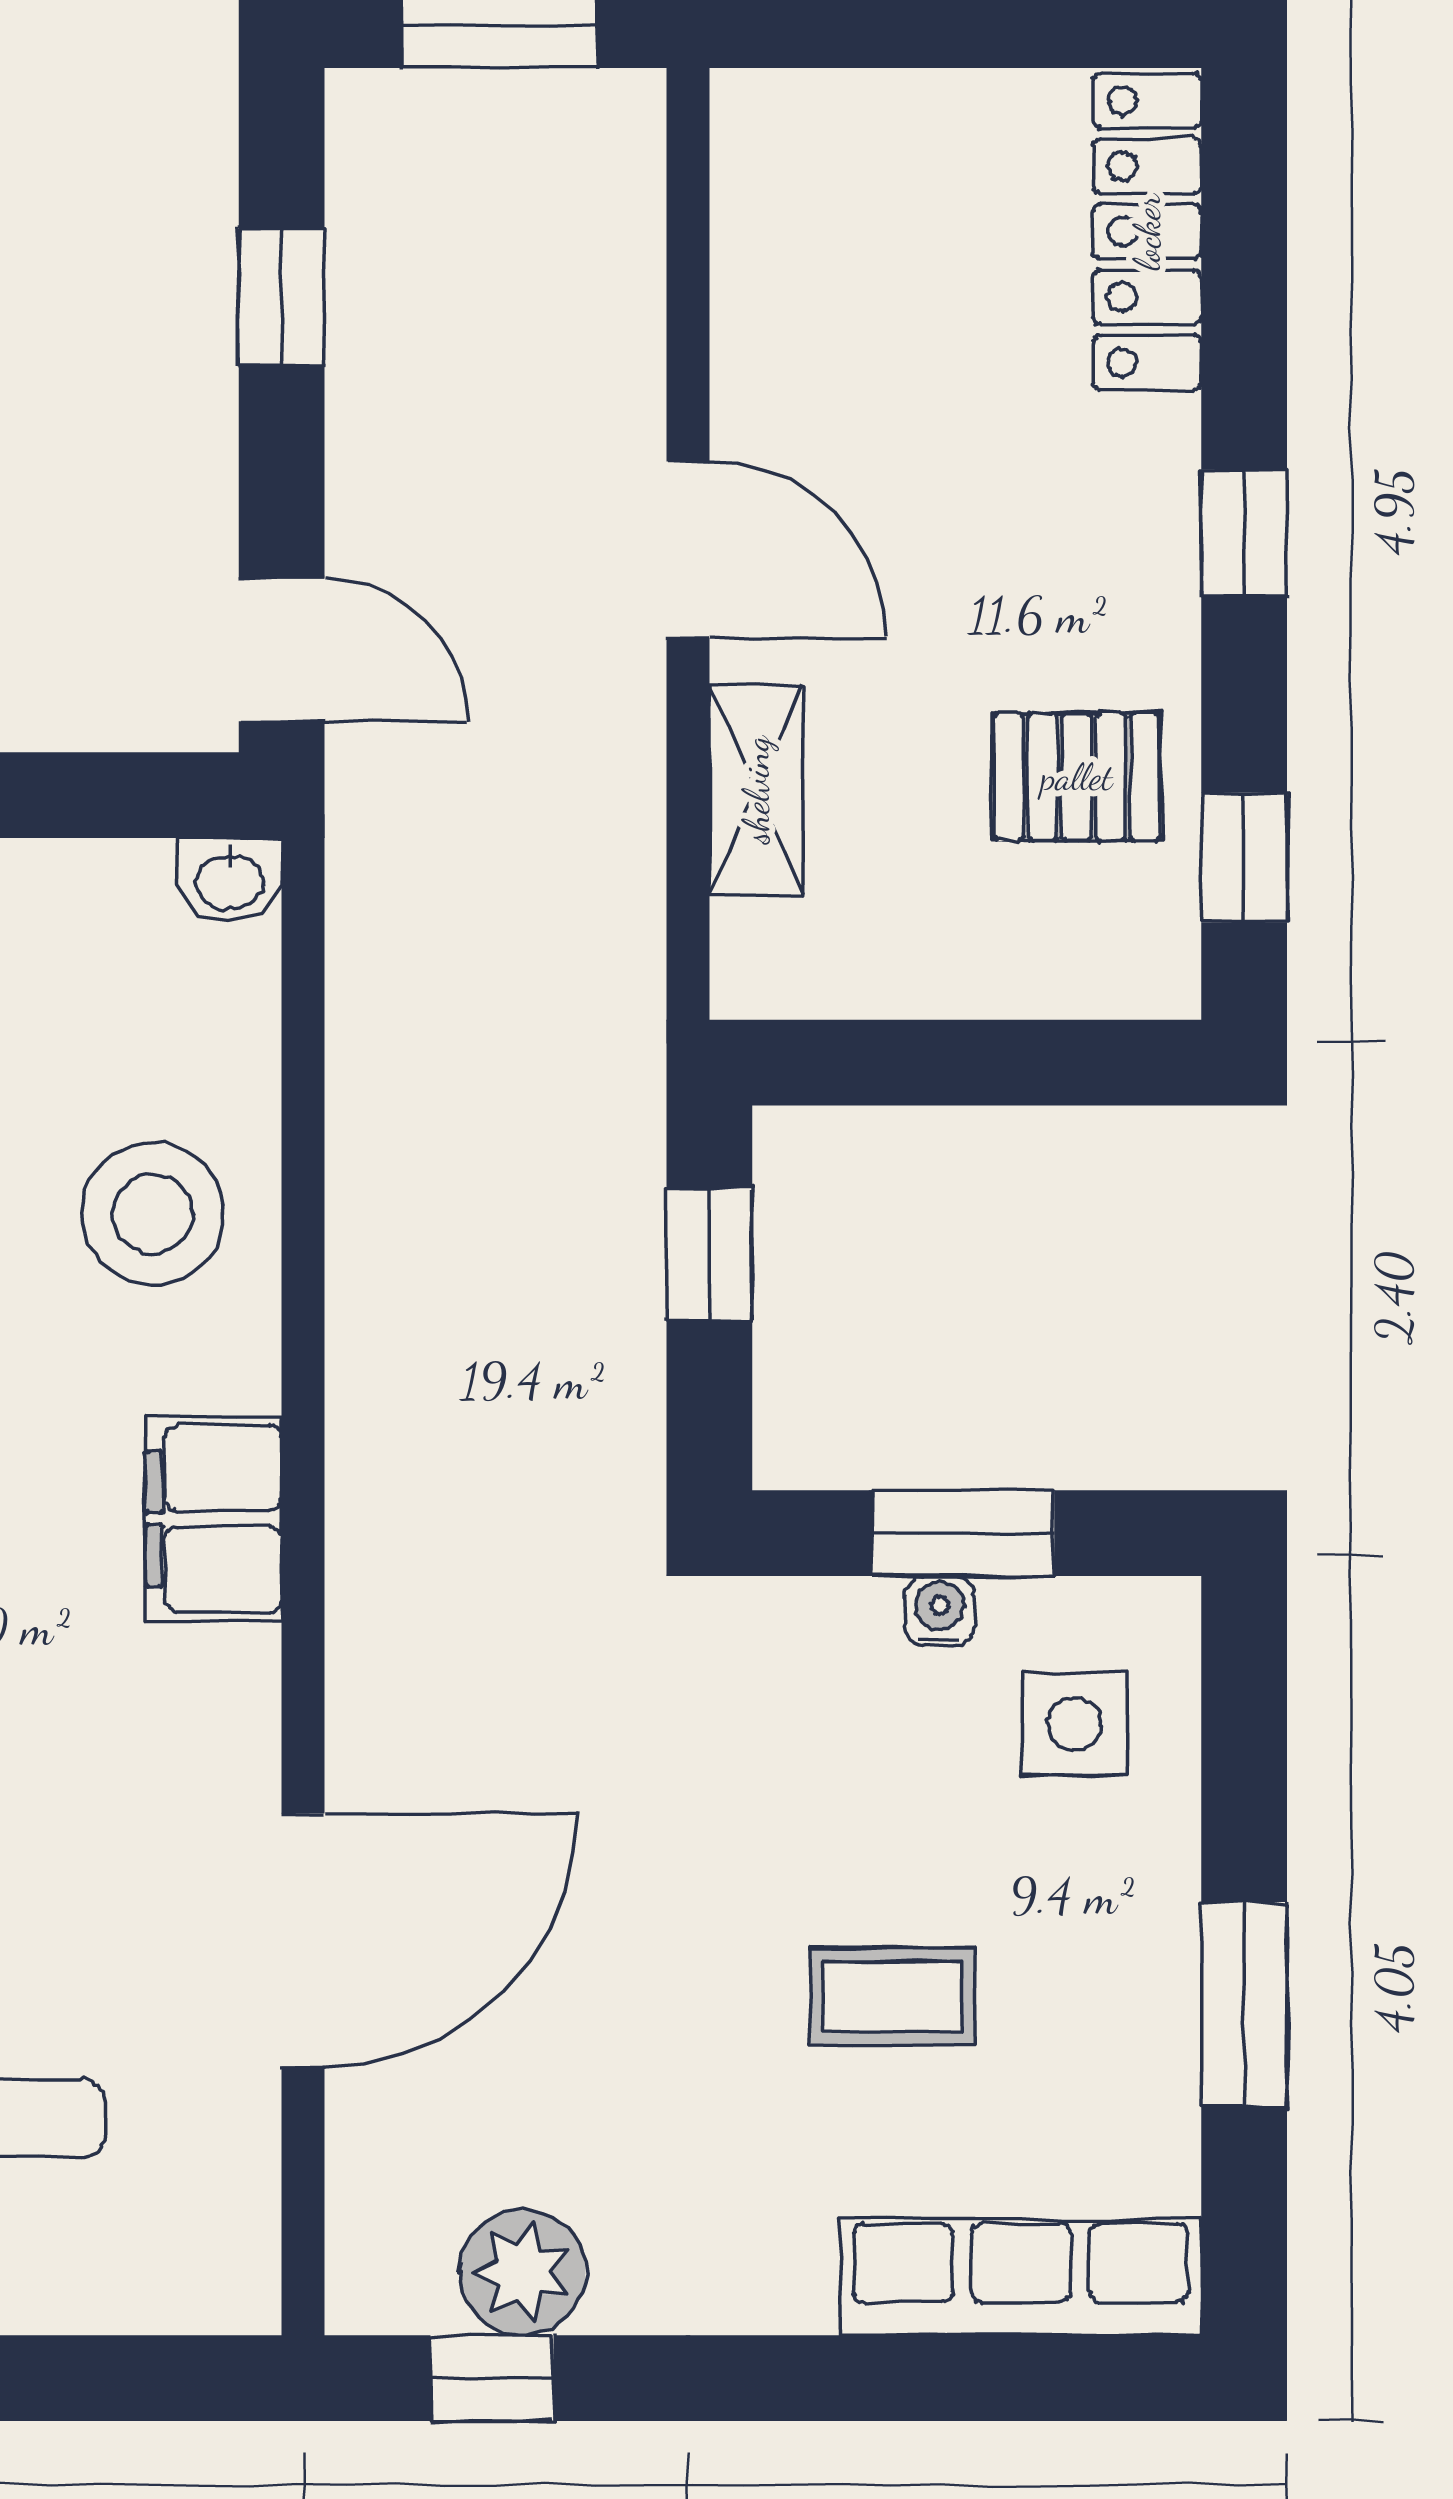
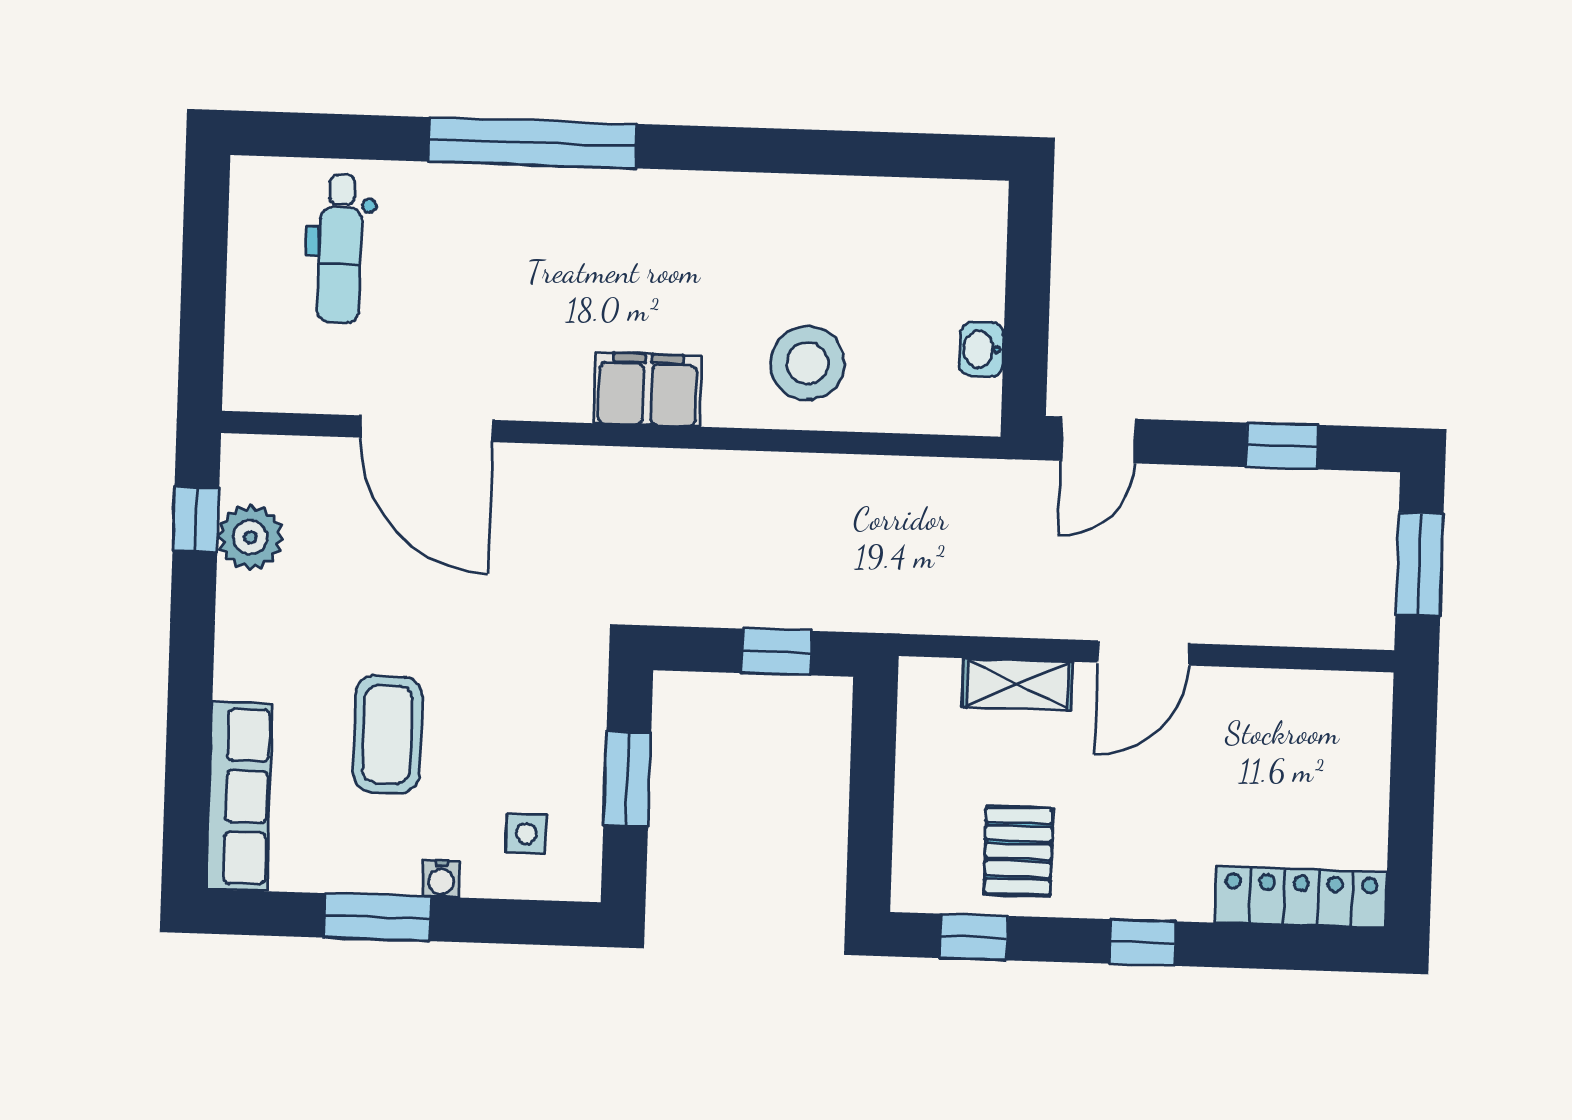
washbasin: (229, 880) -> (981, 349), moved
water cooler: (939, 1611) -> (441, 879), moved, turned 90
side table: (1074, 1724) -> (526, 834), width x0.73, depth x0.73
coffee table: (893, 1997) -> (387, 734), width x1.36, depth x1.30

